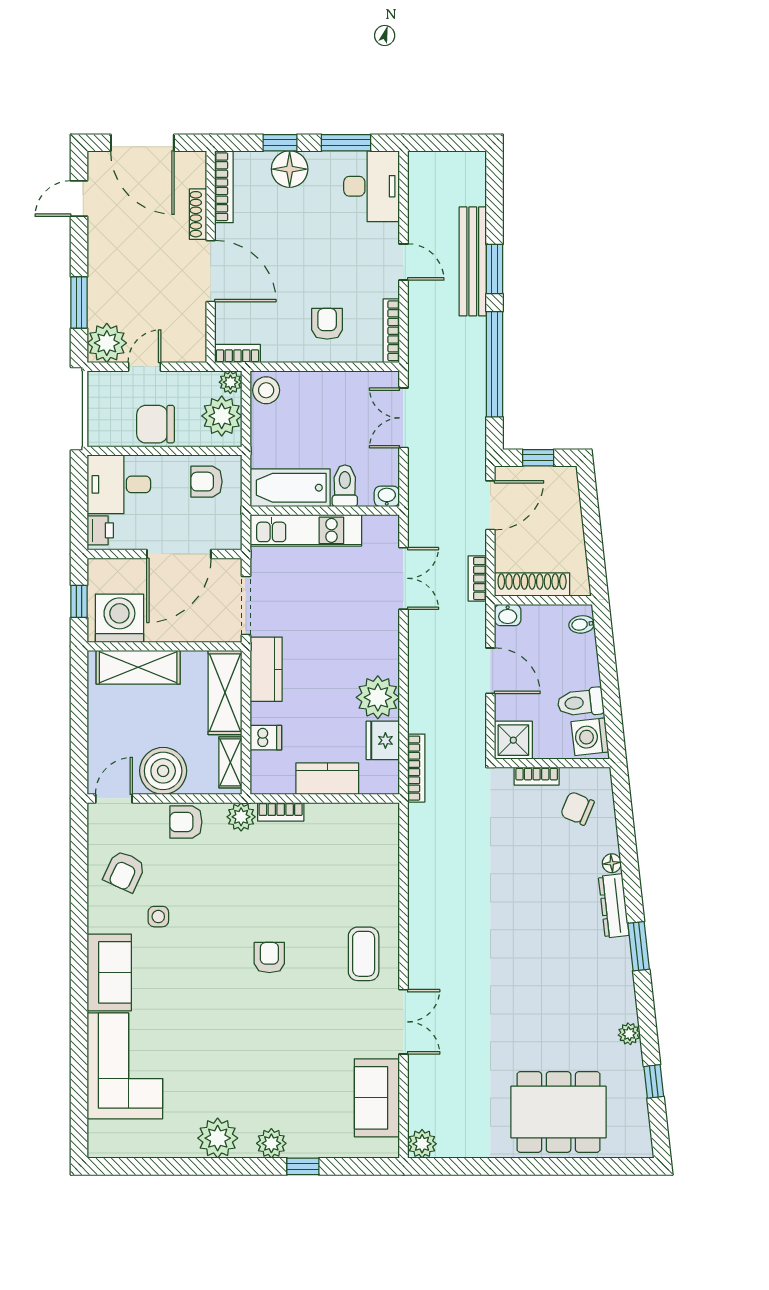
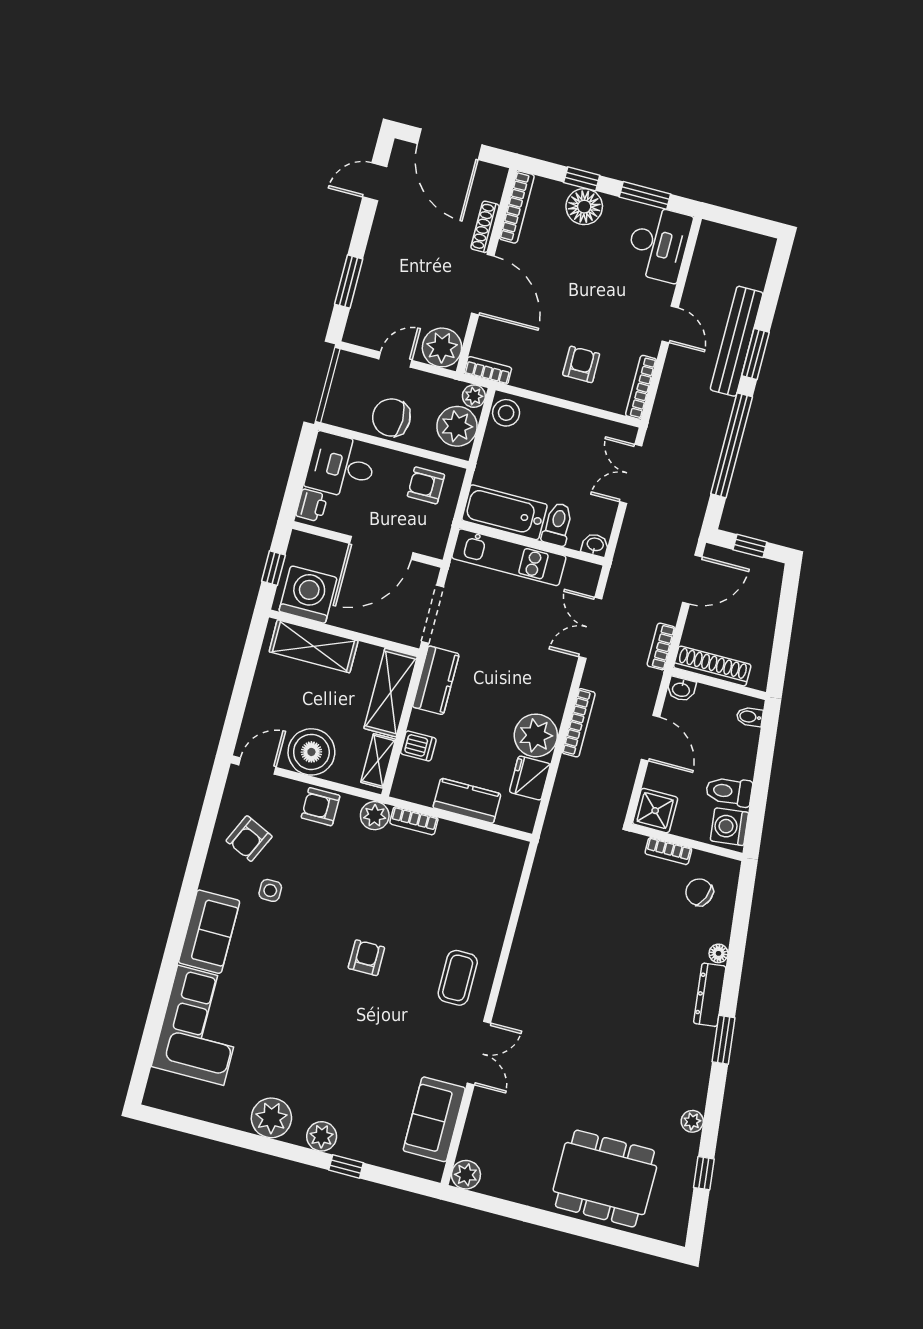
plant: (107, 343) -> (442, 347), moved
double door: (403, 578) -> (590, 628), swing flipped
bookcase: (416, 768) -> (579, 723), moved

